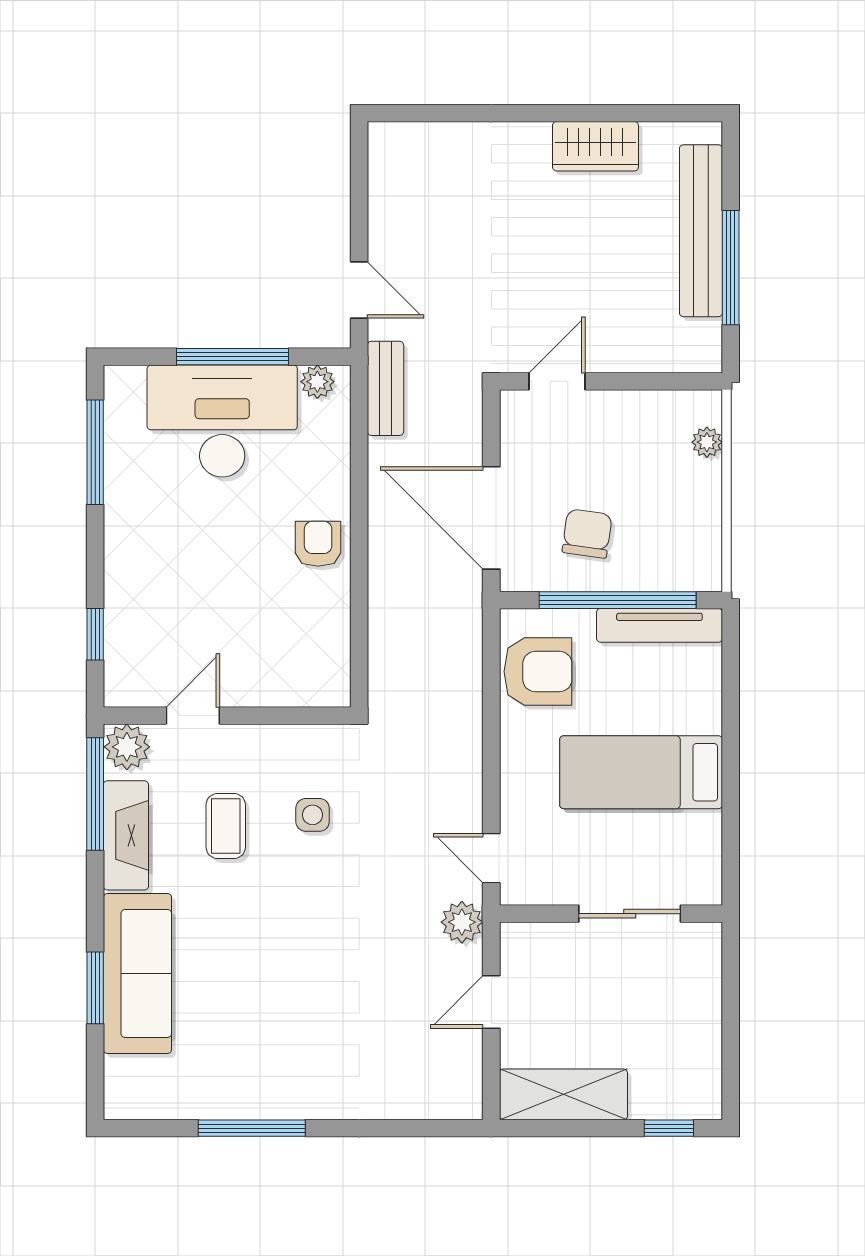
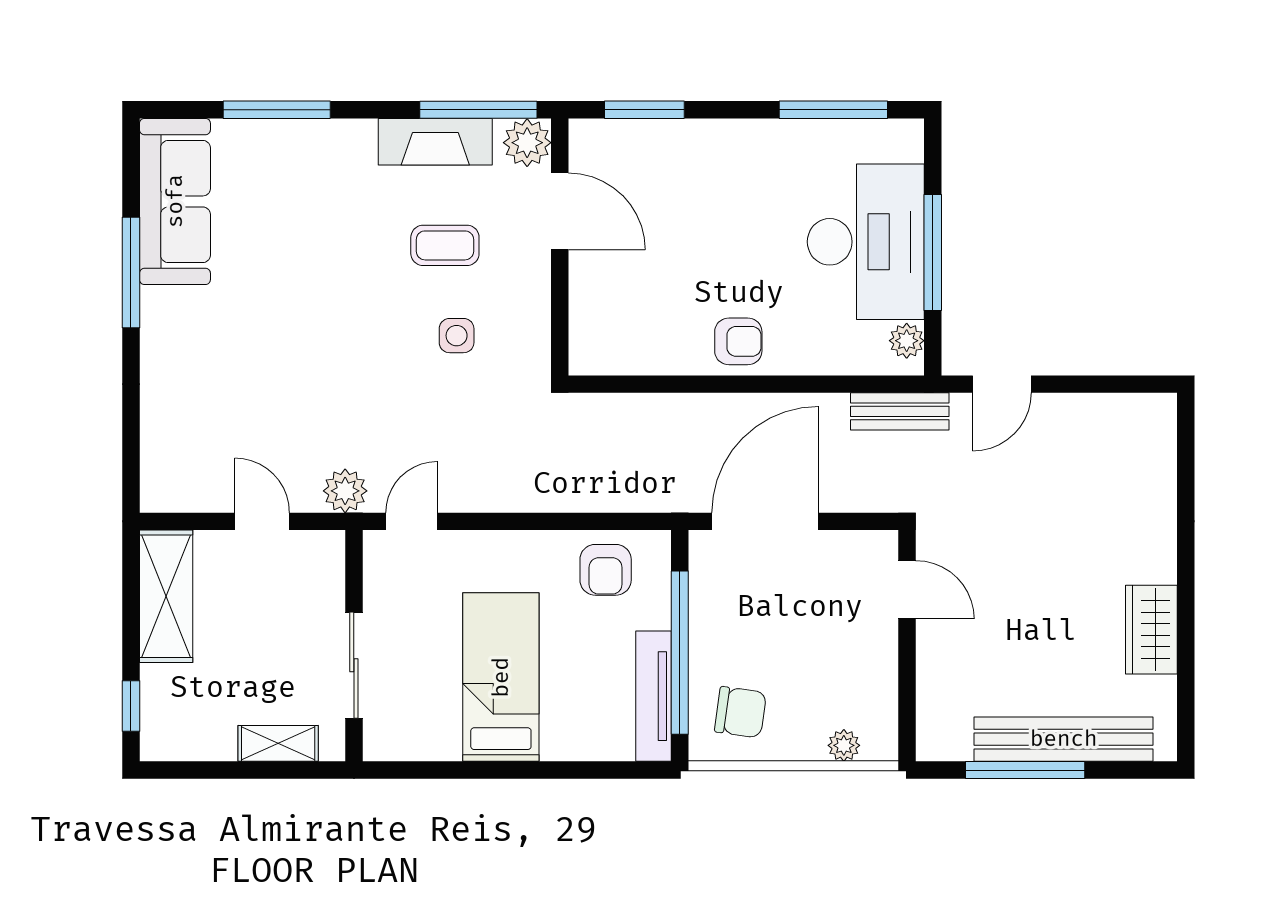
chair: (587, 534) -> (740, 712), moved
window: (95, 634) -> (644, 110), width x1.50
armchair: (538, 672) -> (606, 570), width x0.72, depth x0.72
door: (193, 716) -> (560, 211), width x1.38
sofa: (137, 973) -> (175, 201), moved, turned -90
shelving: (705, 987) -> (278, 743), added
window: (95, 988) -> (277, 110), width x1.44

